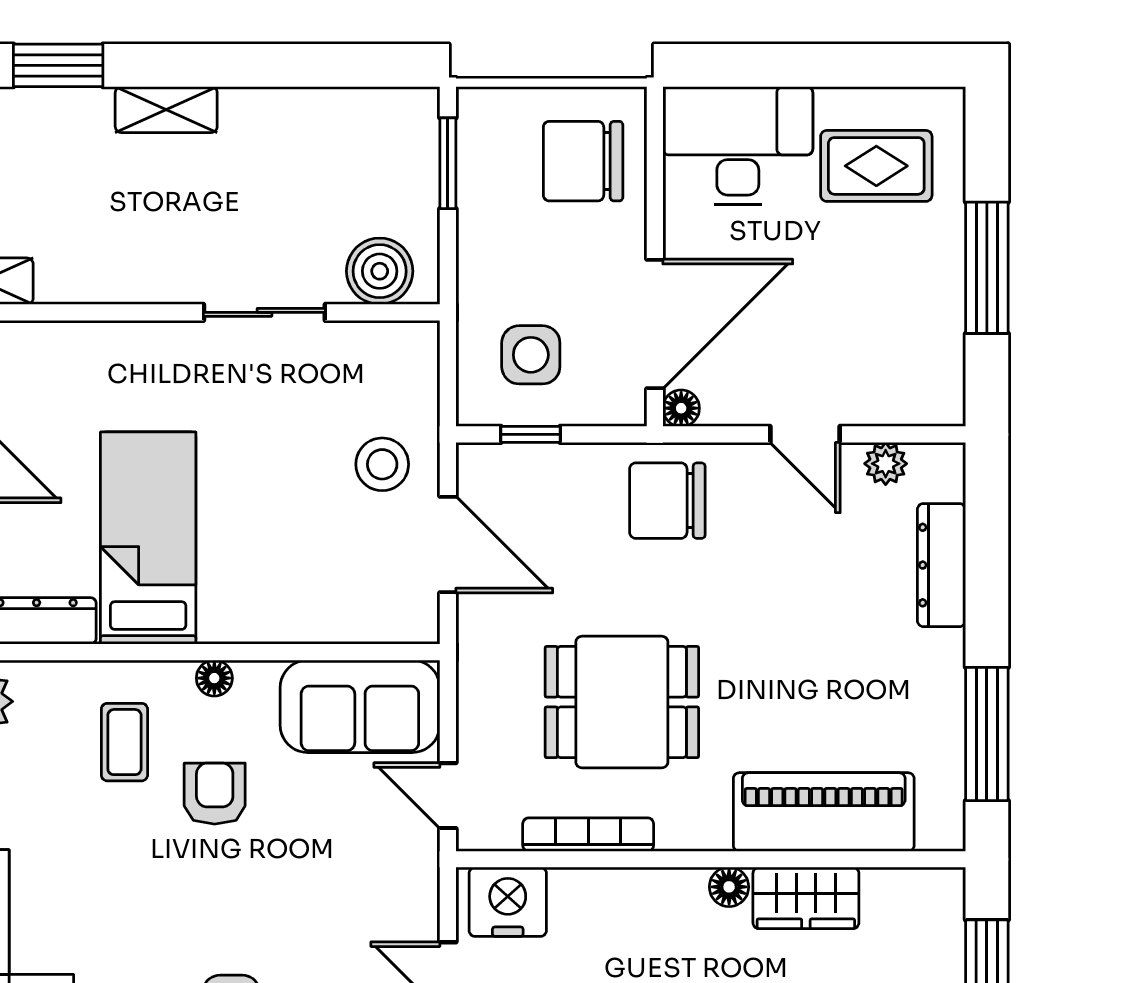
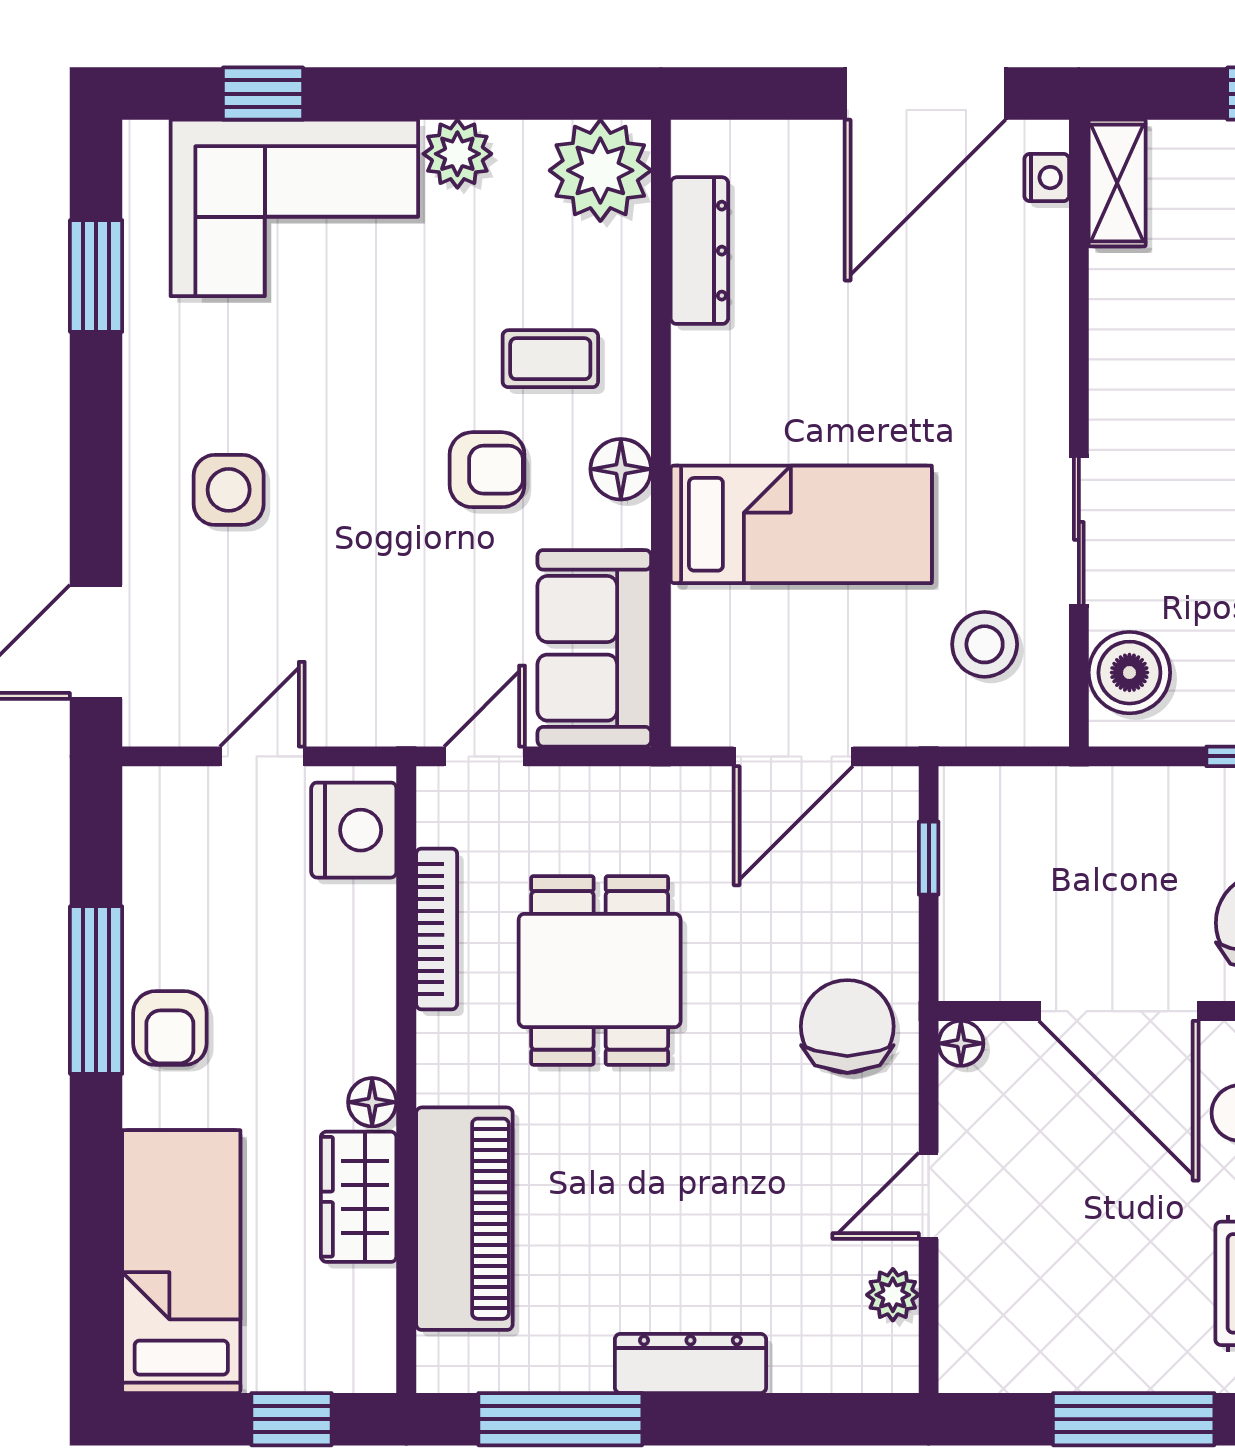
door: (655, 324) -> (1119, 1011), moved
side table: (531, 355) -> (1027, 858), removed
stool: (382, 464) -> (985, 644), moved
bed: (148, 538) -> (801, 524), moved
dresser: (941, 565) -> (690, 1363), moved
floor lamp: (214, 678) -> (621, 469), width x1.37, depth x1.37

